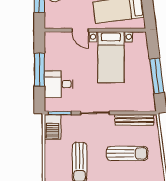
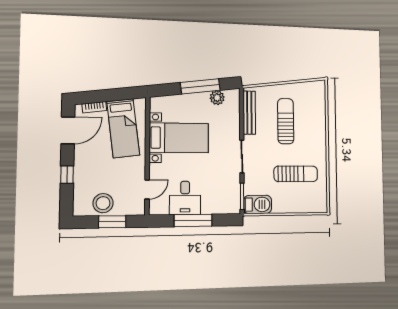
door: (80, 30) -> (147, 189), moved
desk: (59, 84) -> (185, 198), moved
plant: (147, 91) -> (217, 98), added

